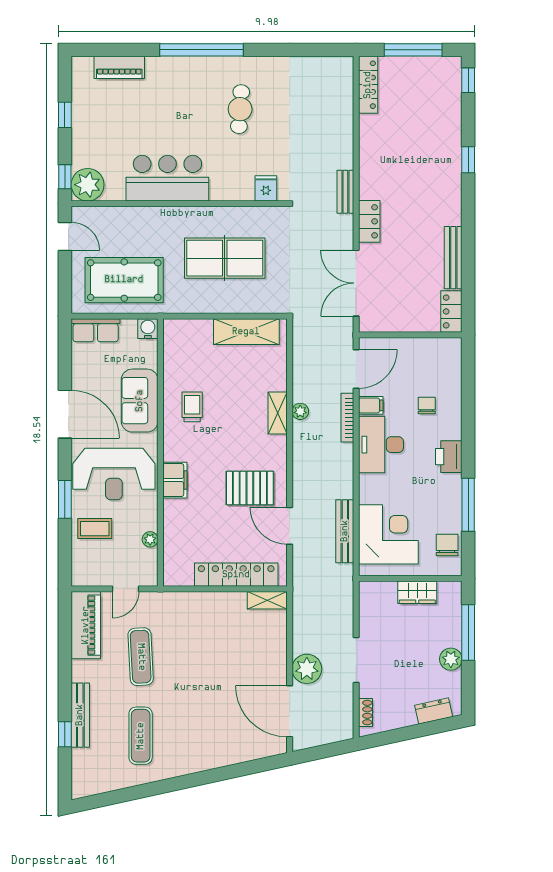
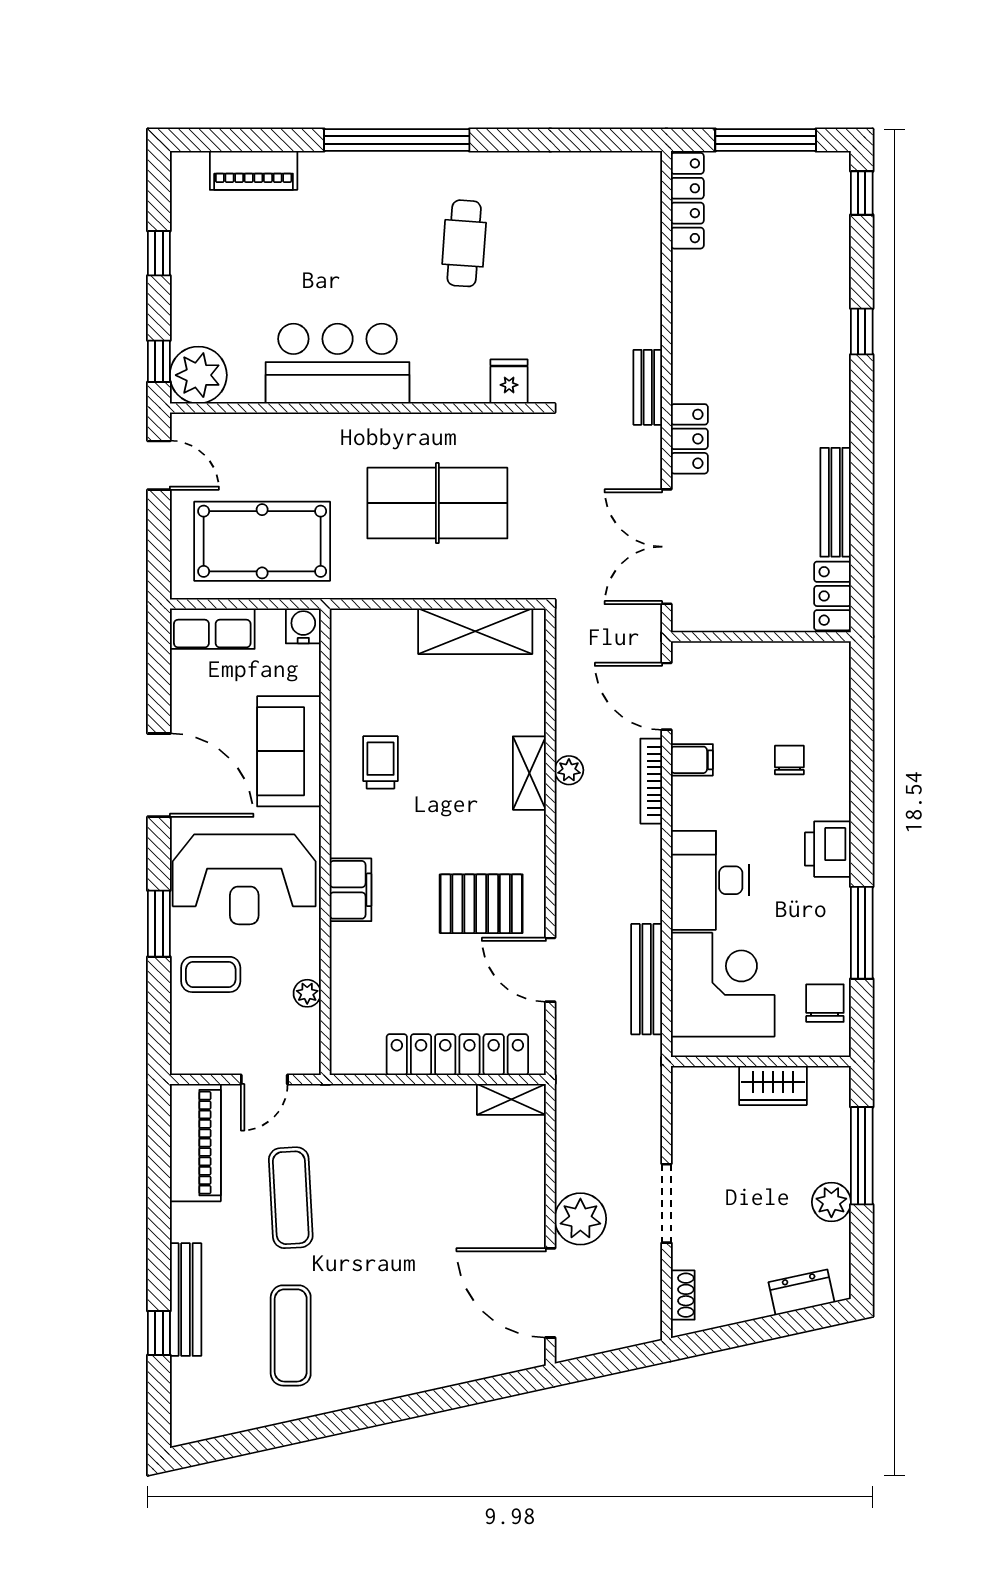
door: (356, 369) -> (666, 696), swing flipped
desk: (381, 445) -> (710, 880), moved

